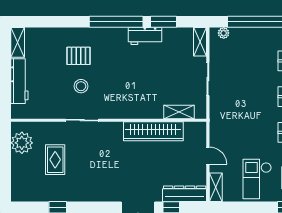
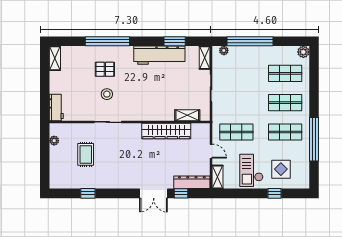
window: (116, 22) -> (107, 41), moved
workbench: (145, 36) -> (159, 55), width x1.88, depth x1.32
workbench: (19, 81) -> (56, 107), moved, width x0.73
shop shelf: (239, 132) -> (236, 132), added
plant: (22, 143) -> (54, 141), width x0.53, depth x0.53

